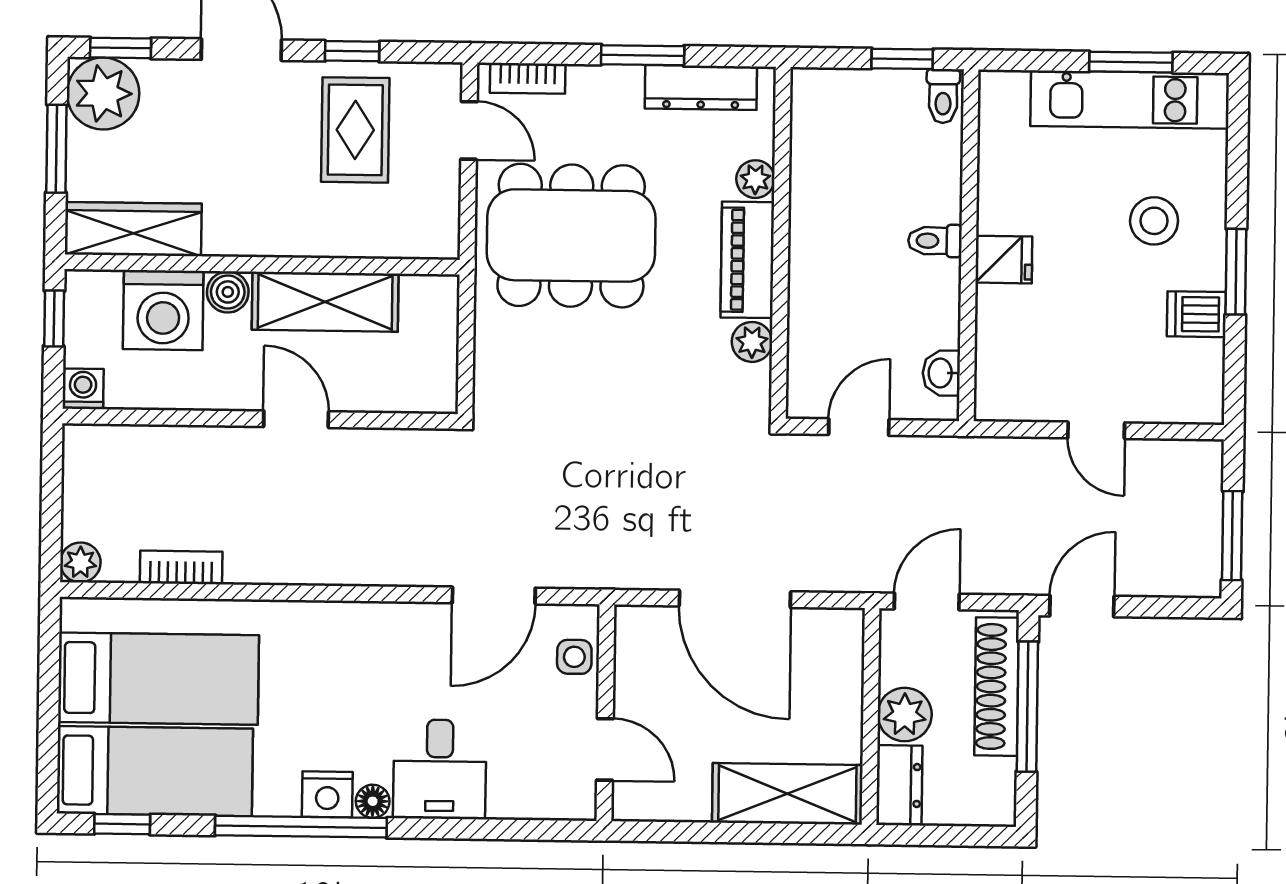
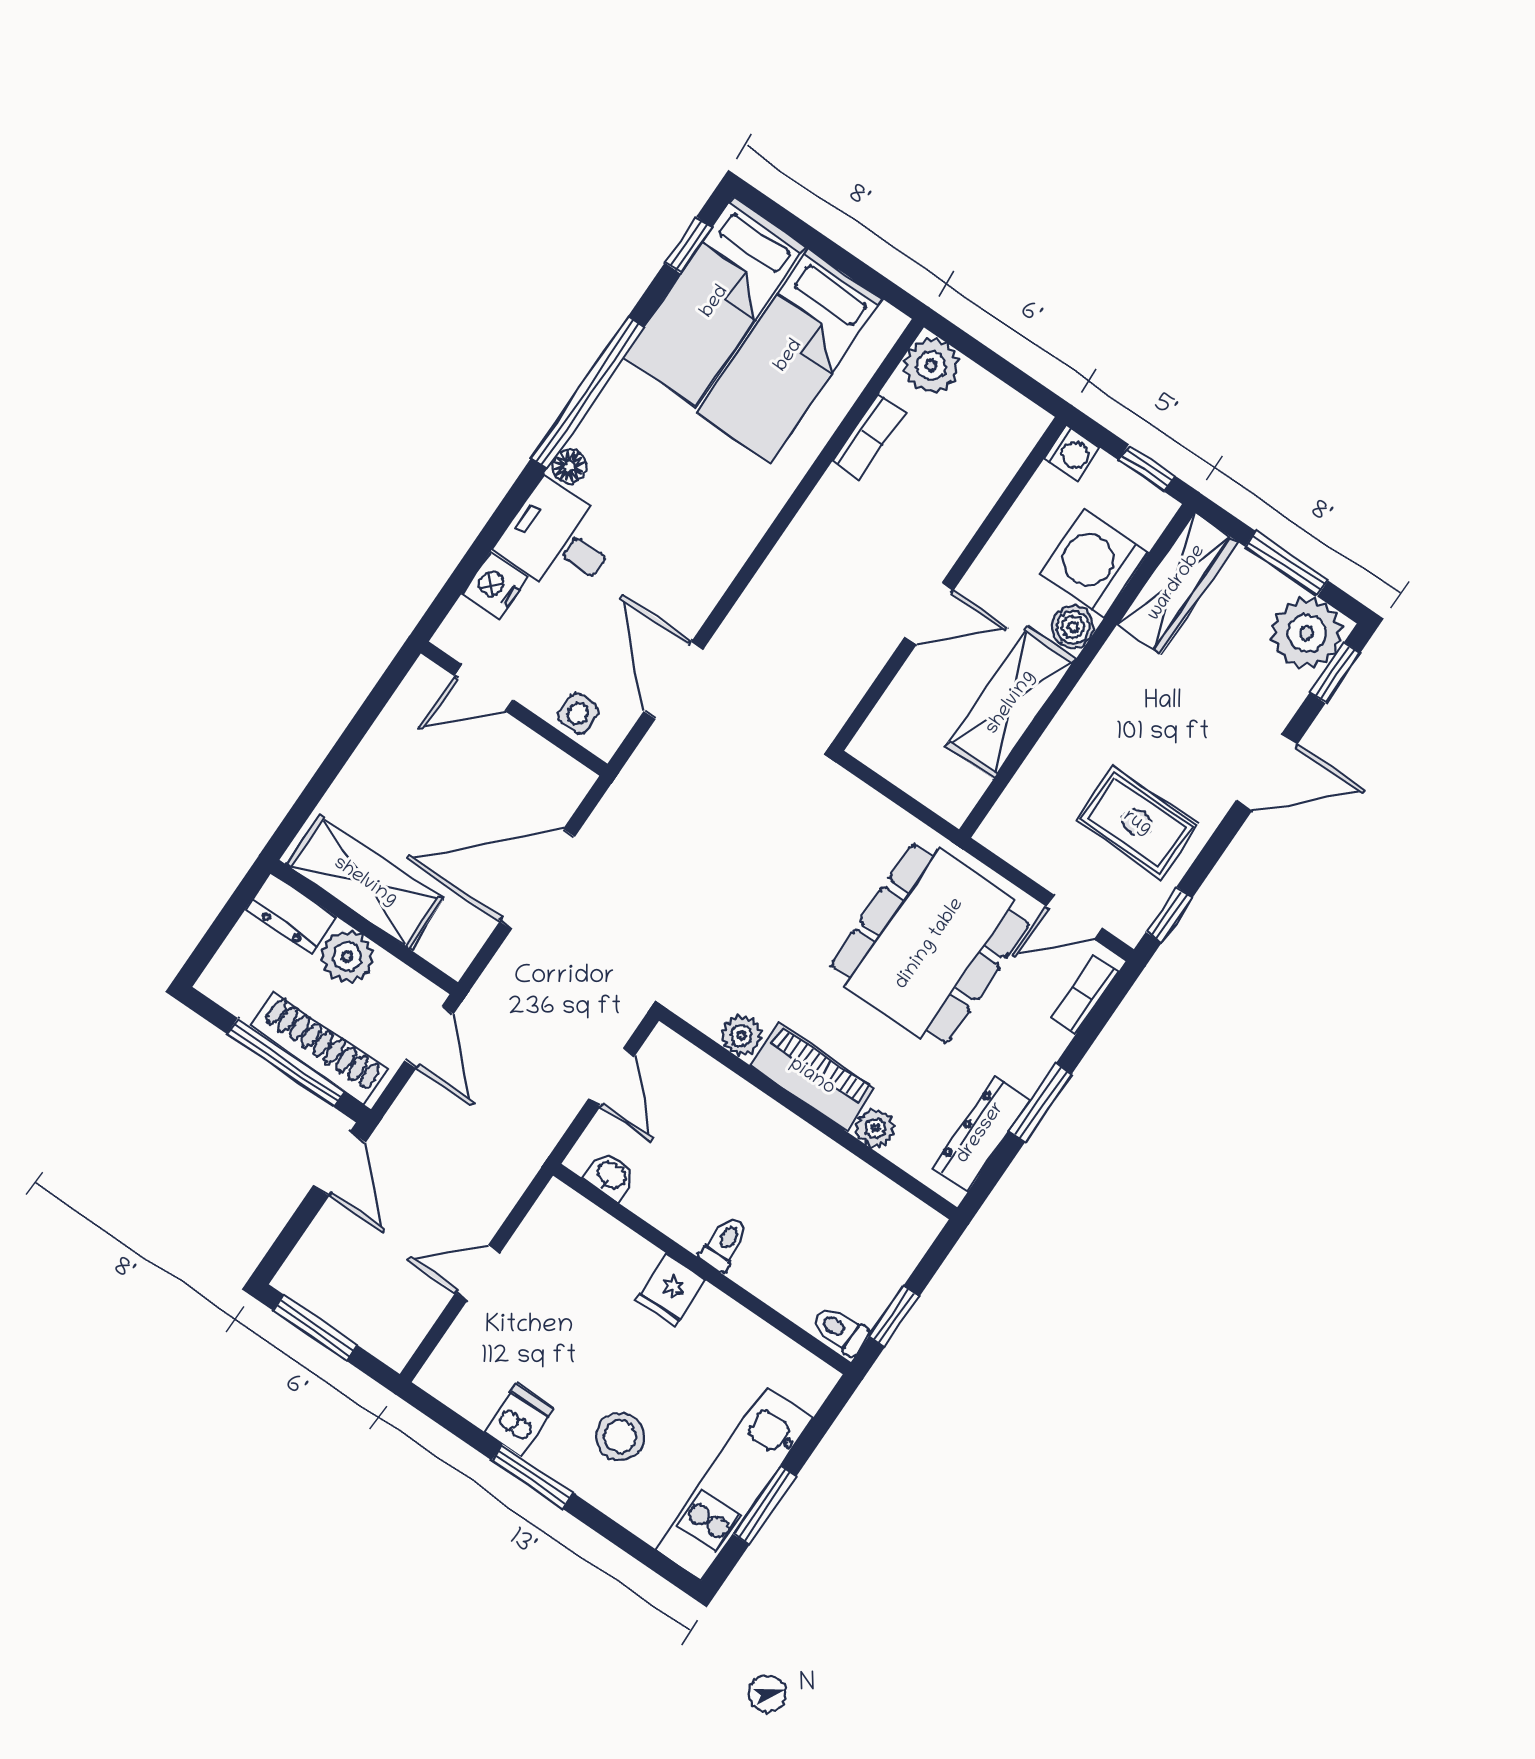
window: (352, 51) -> (1169, 915), moved
plant: (80, 562) -> (931, 365), width x1.38, depth x1.38
nightstand: (327, 794) -> (494, 586), moved
shelving: (787, 794) -> (365, 882), moved, turned 90

